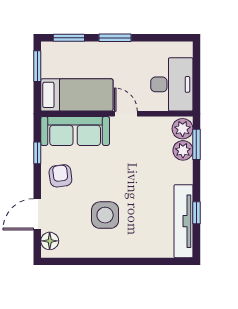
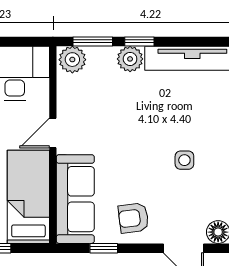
plant: (183, 150) -> (130, 59), moved
window: (196, 213) -> (139, 41), moved
side table: (105, 215) -> (184, 160), width x0.54, depth x0.54

